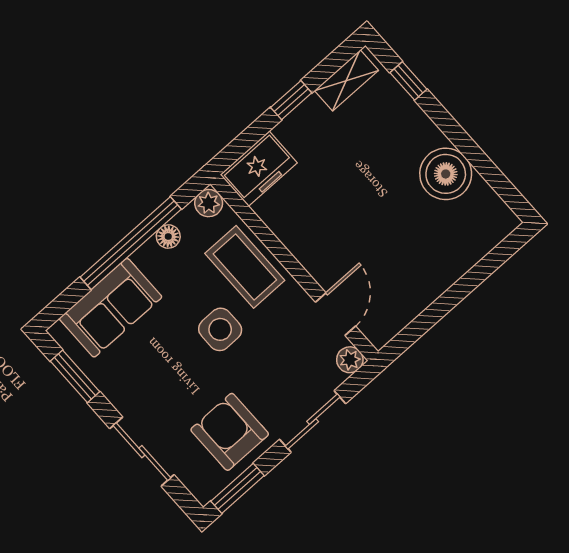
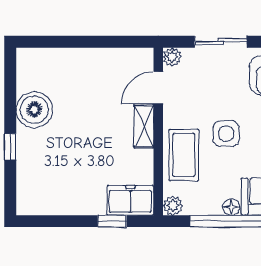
shelving: (346, 80) -> (144, 126), moved, turned 90
window: (408, 81) -> (10, 147), moved
window: (291, 100) -> (112, 221), moved
floor lamp: (168, 236) -> (231, 207), moved

